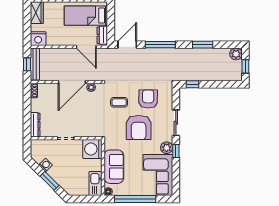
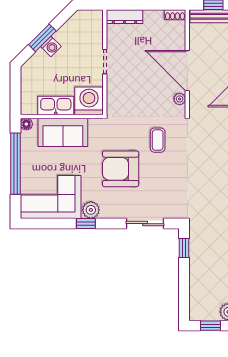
armchair: (148, 99) -> (162, 183), removed
sliding door: (176, 123) -> (145, 224), moved
washing machine: (45, 165) -> (51, 46), moved
kitchen sink: (96, 184) -> (56, 105), moved

